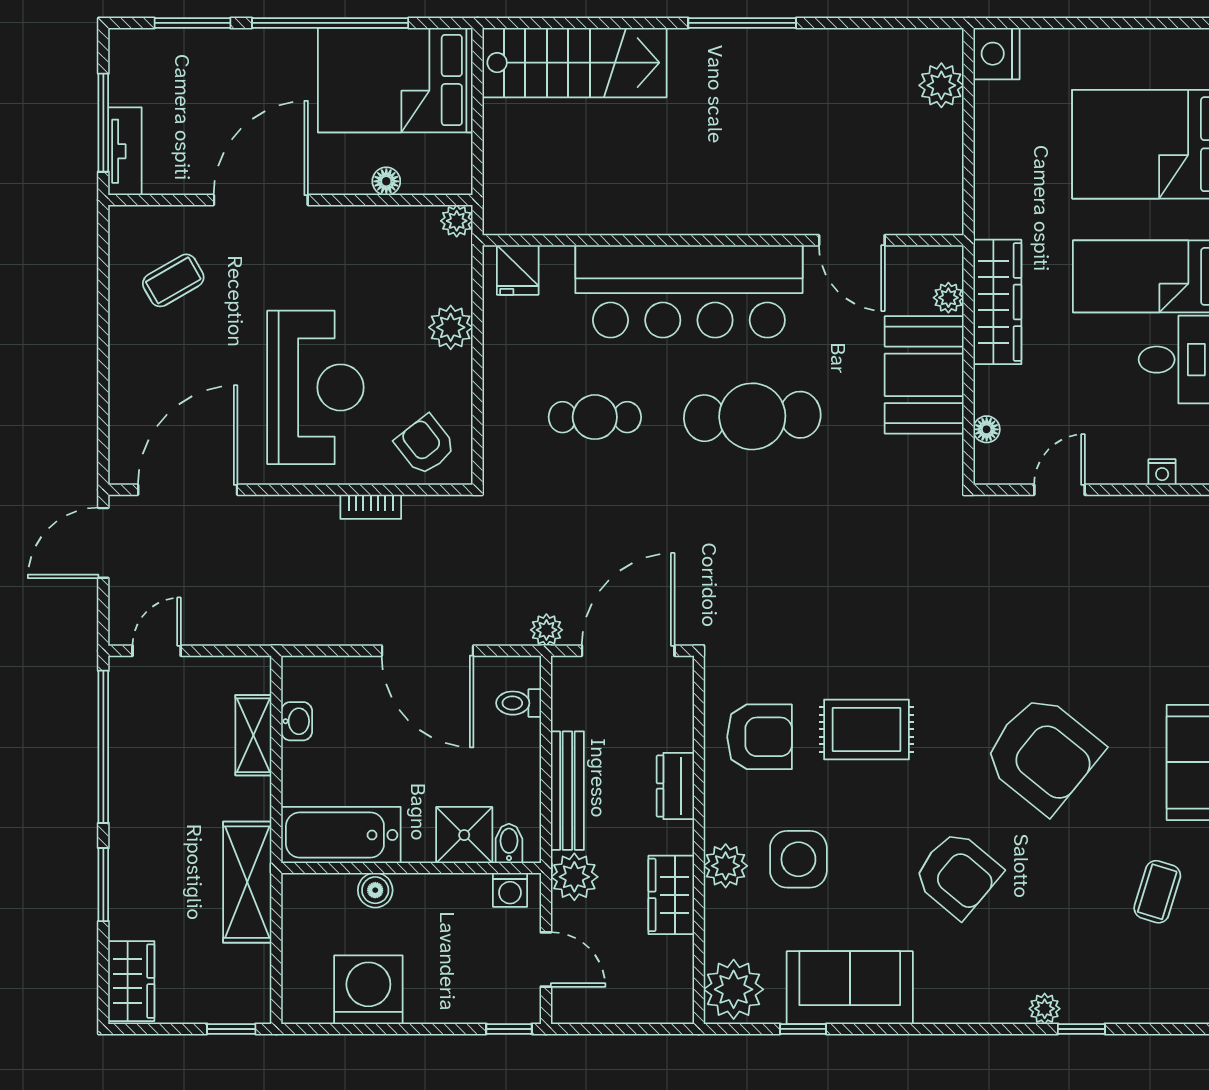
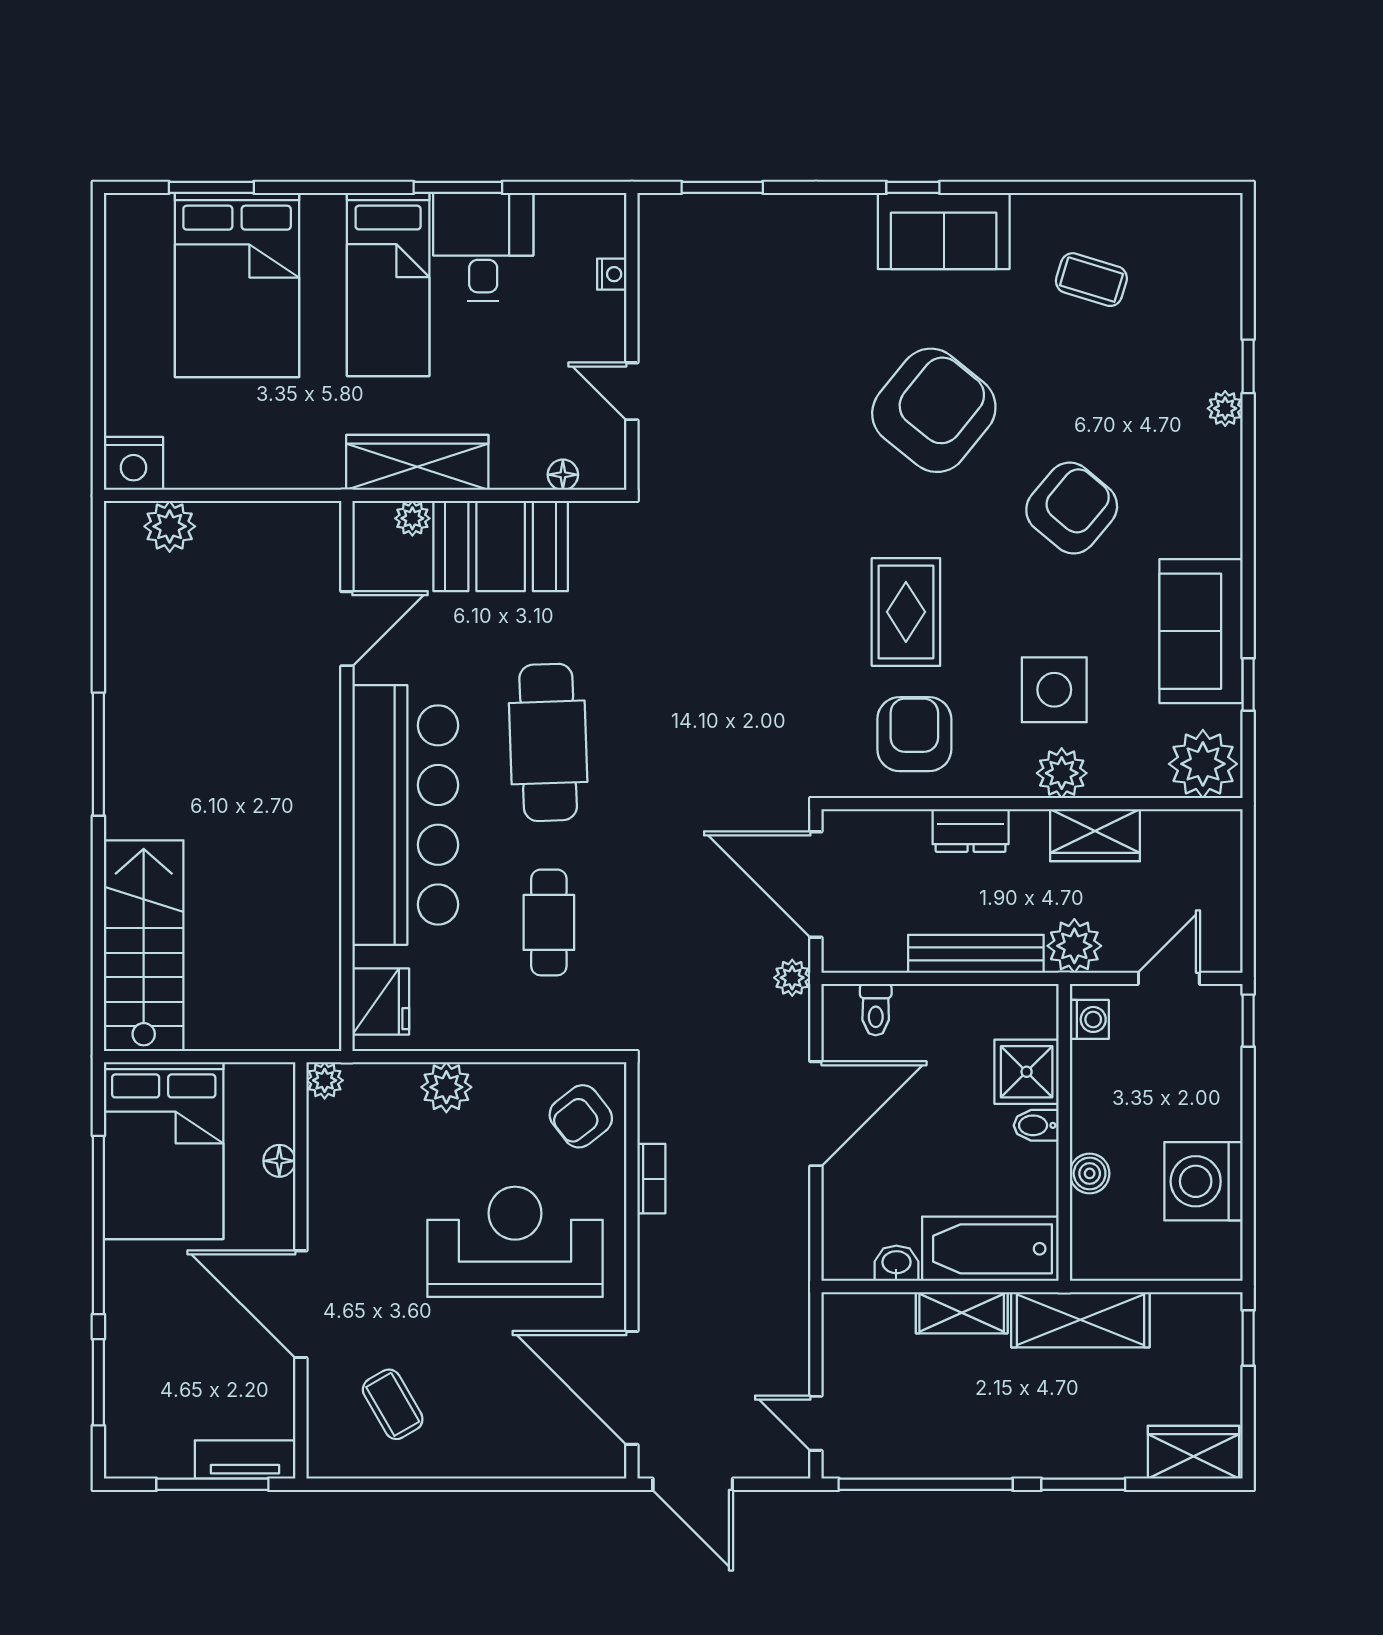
fridge: (518, 270) -> (381, 1001), width x1.38
shelving: (253, 735) -> (962, 1313), moved
bathtub: (341, 835) -> (990, 1249), moved, turned 90
bidet: (509, 843) -> (1036, 1125), moved

